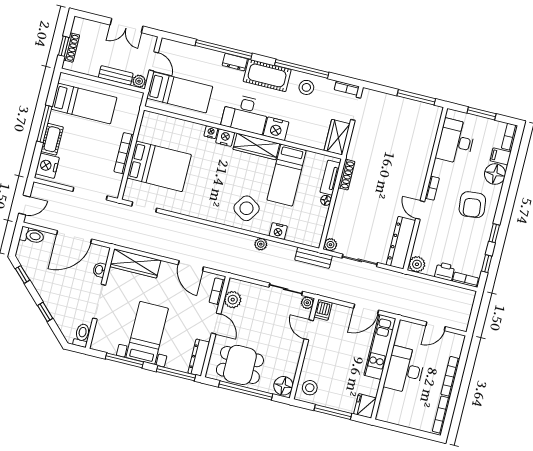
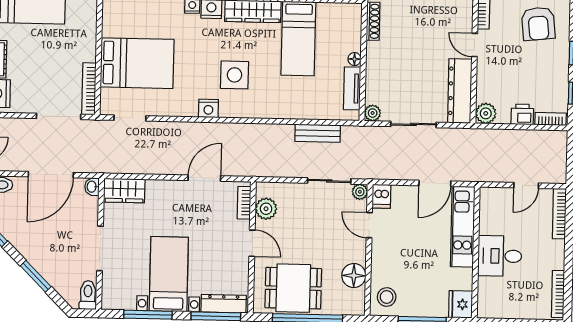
bookcase: (124, 153) -> (89, 89), moved
tv unit: (330, 178) -> (352, 88), moved
side table: (247, 208) -> (235, 75), moved, turned -33
nightstand: (278, 231) -> (208, 108), moved
plant: (261, 244) -> (286, 132), removed
bench: (314, 258) -> (318, 133), moved
wardrobe: (135, 263) -> (124, 191), width x0.67
door: (191, 266) -> (204, 178), swing flipped
washbasin: (99, 270) -> (92, 187), moved
window: (45, 312) -> (36, 276), width x1.50
dresser: (199, 358) -> (224, 304), moved, turned 90
desk: (405, 370) -> (500, 256), width x0.73
bookcase: (450, 376) -> (559, 214), moved
floor lamp: (283, 386) -> (354, 276), moved

